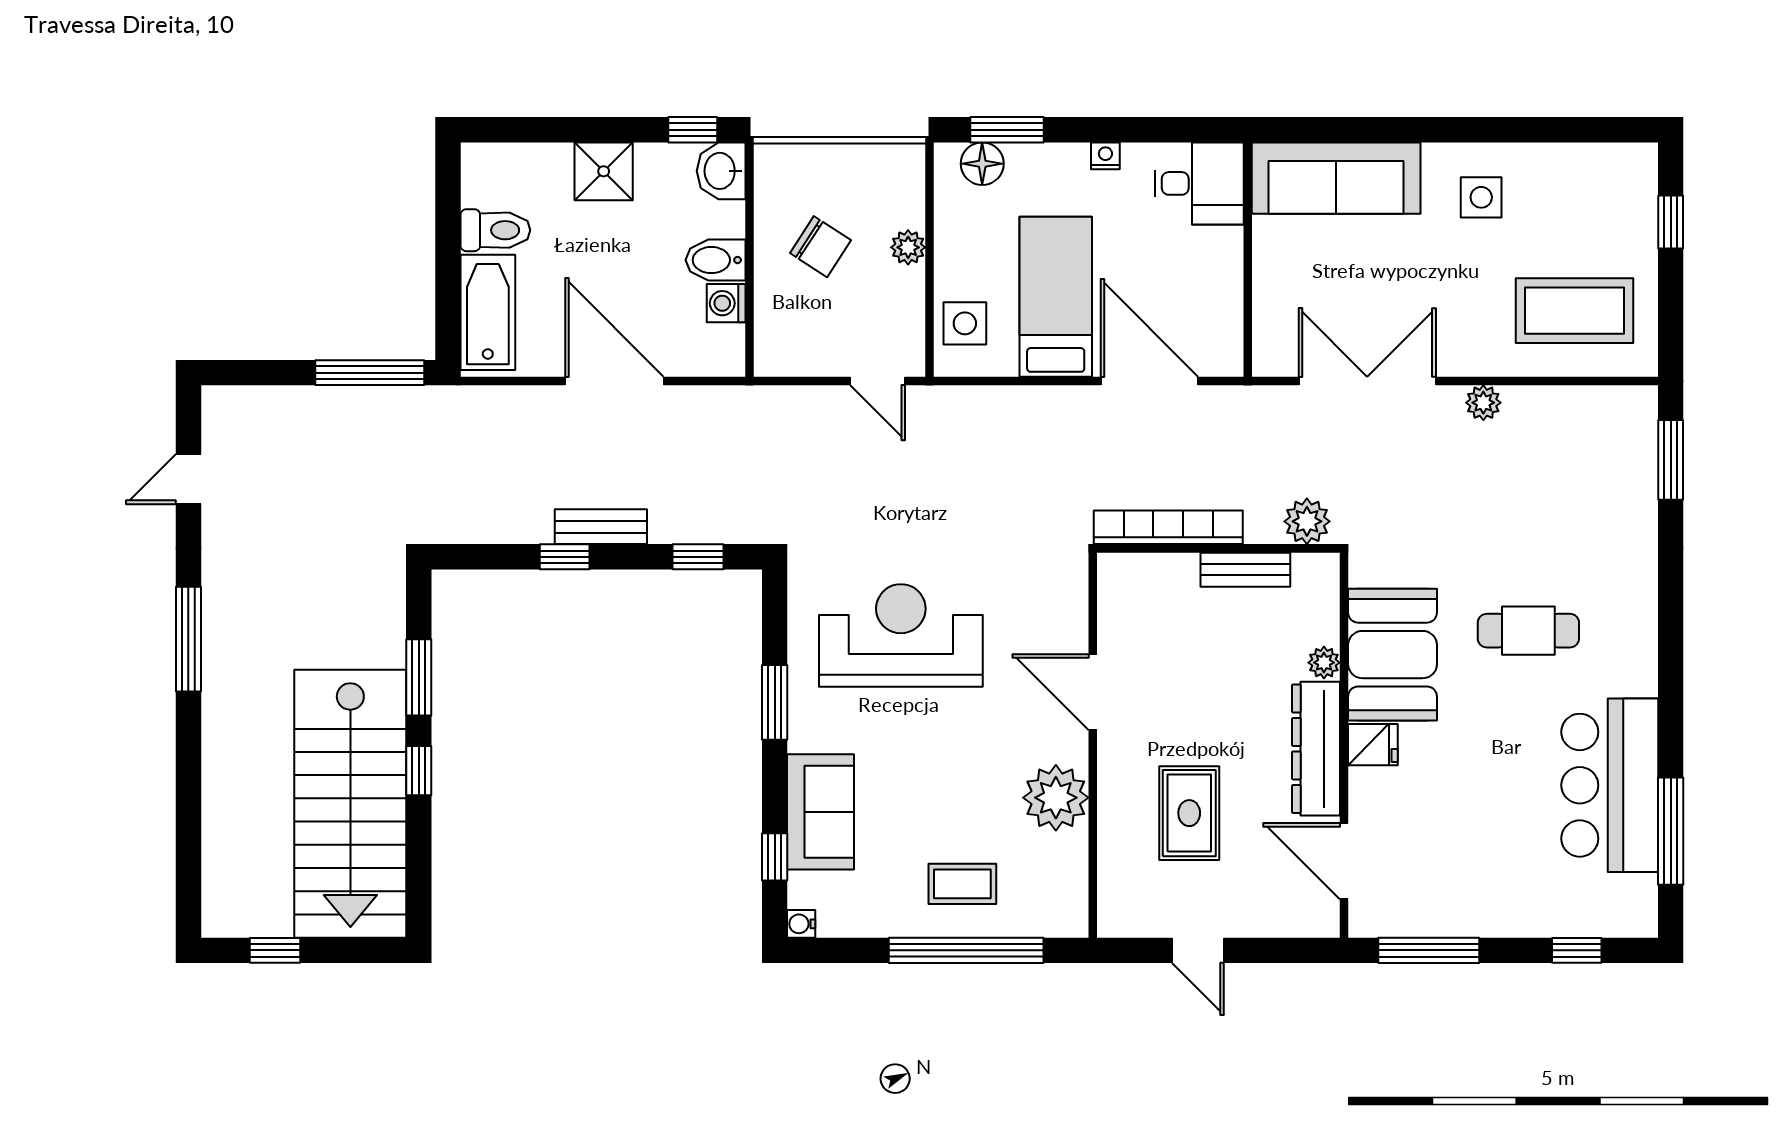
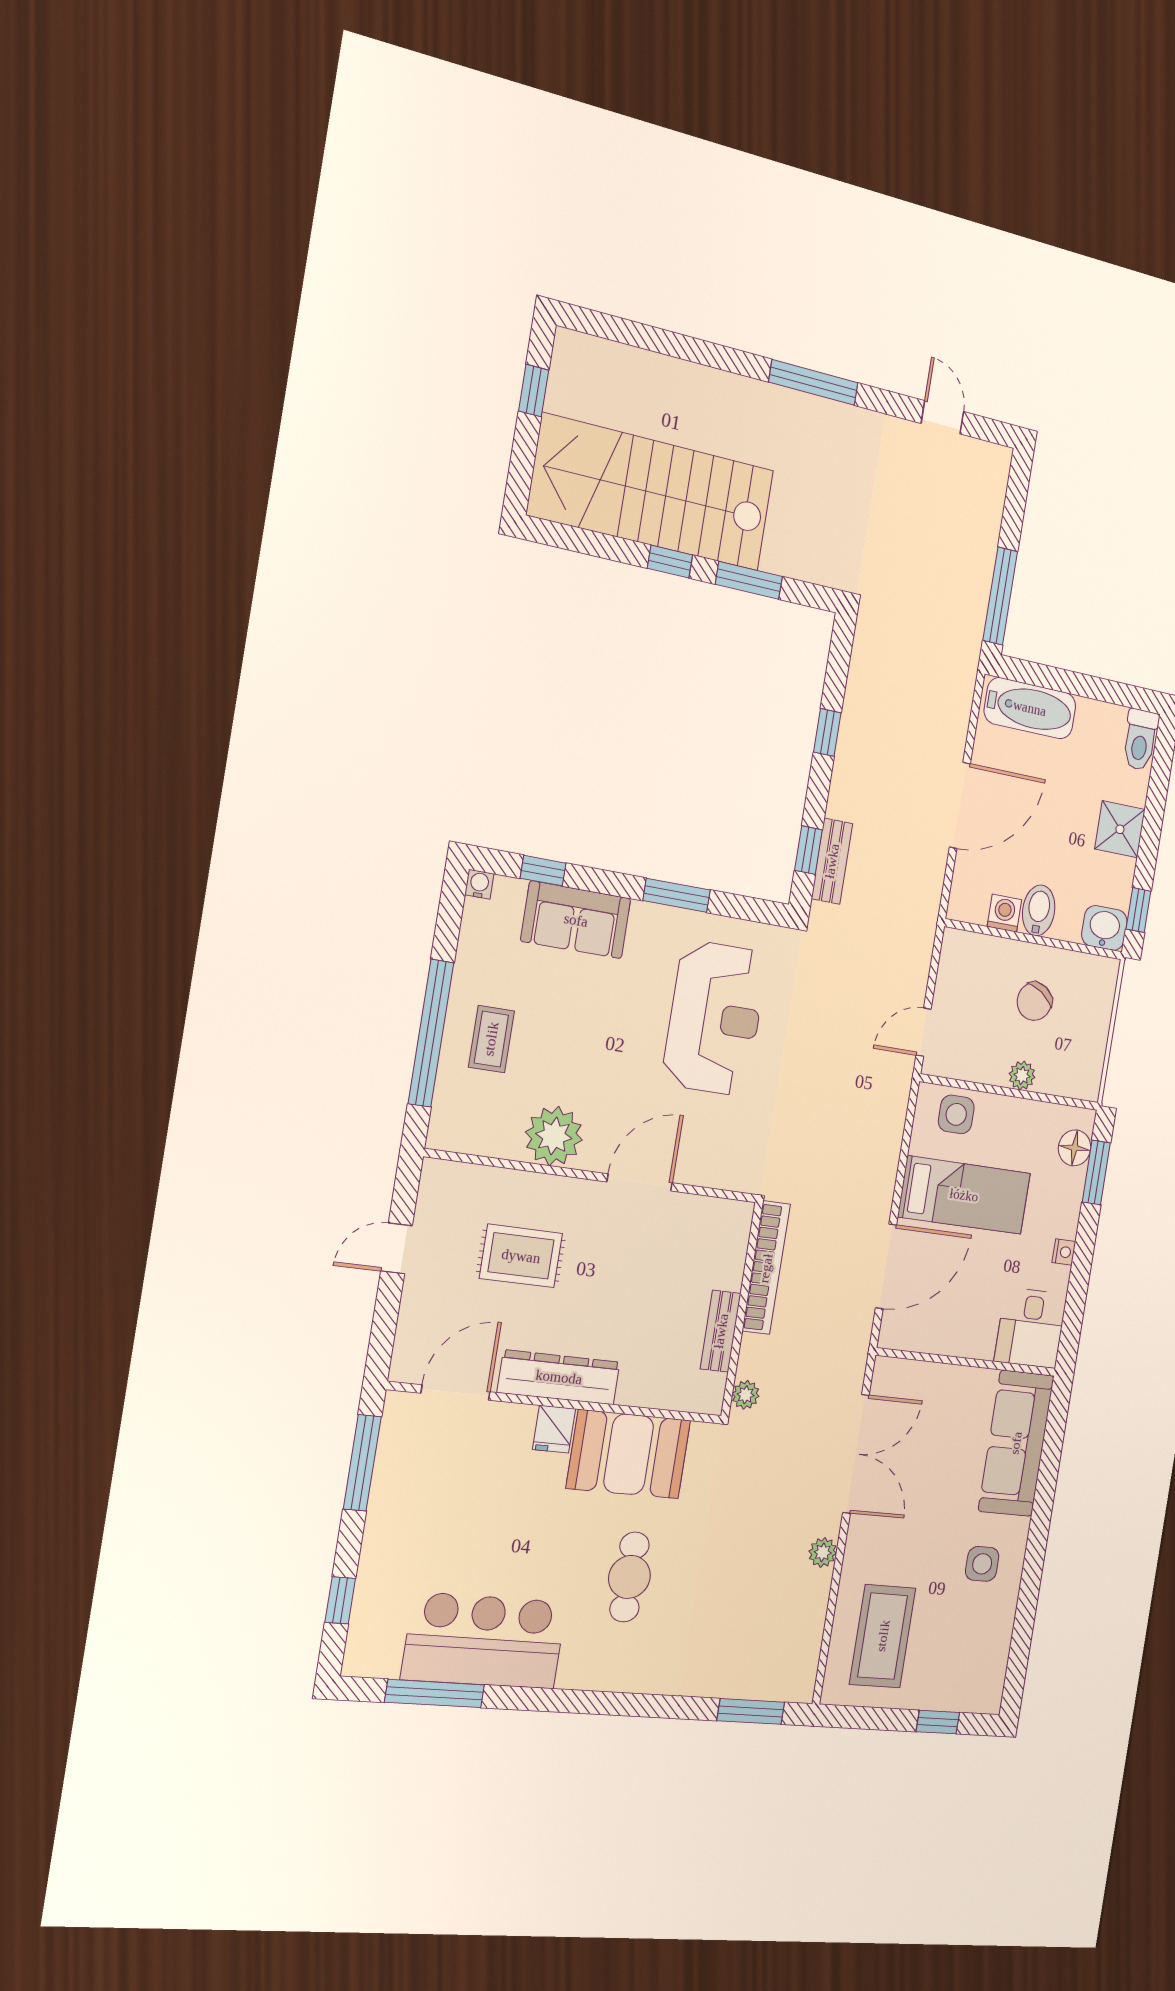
toilet: (495, 230) -> (1140, 740), moved
plant: (1307, 521) -> (746, 1395), width x0.73, depth x0.73
bench: (601, 527) -> (832, 861), moved
plant: (1324, 663) -> (632, 1392), removed

